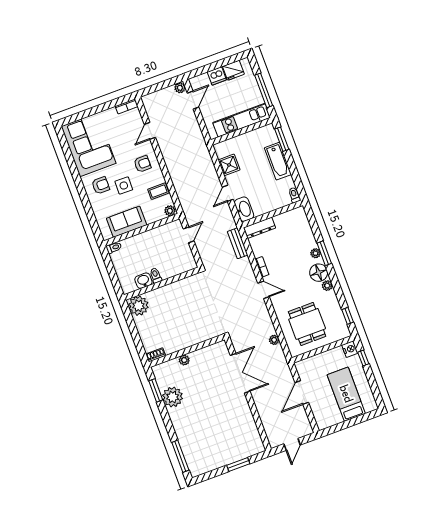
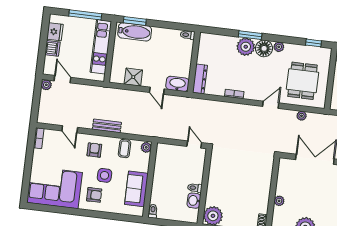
bathtub: (278, 161) -> (135, 32), moved
armchair: (101, 185) -> (94, 195), turned 90
door: (189, 235) -> (194, 144), moved
bench: (238, 243) -> (107, 126), moved
plant: (315, 253) -> (246, 47), width x1.88, depth x1.88
door: (264, 290) -> (271, 105), moved
dining table: (307, 324) -> (303, 81), turned 90

